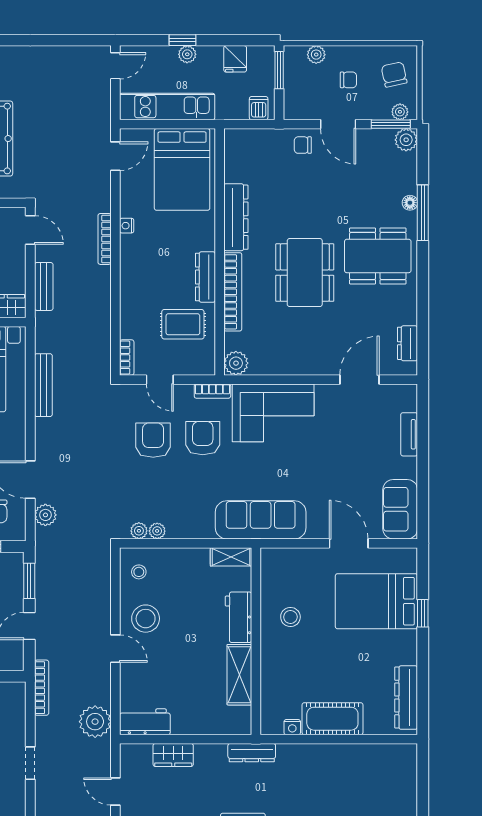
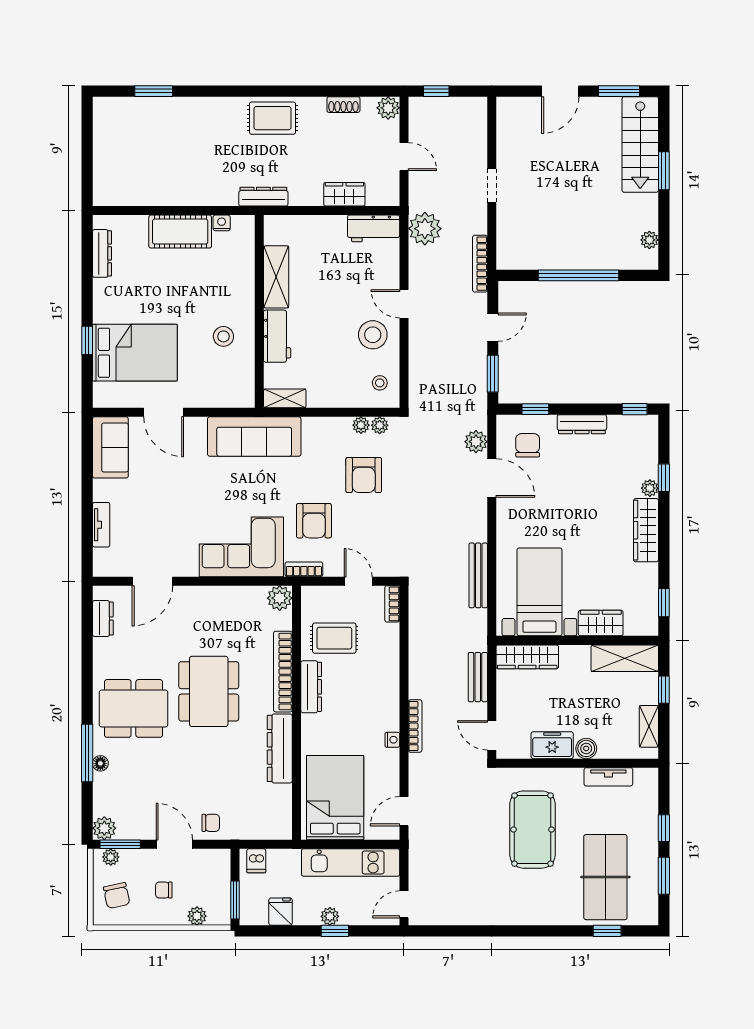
armchair: (153, 440) -> (364, 475), moved
dresser: (406, 698) -> (102, 253), width x0.73, depth x0.80

